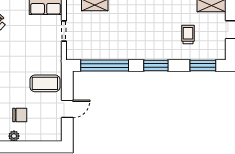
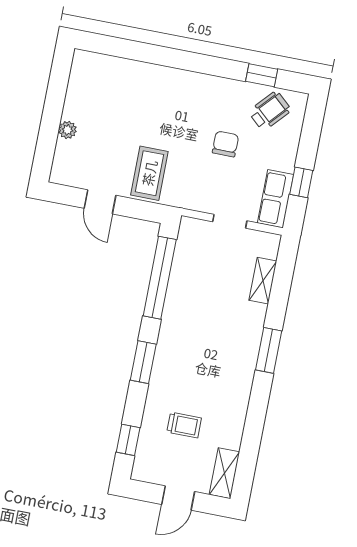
window: (203, 66) -> (128, 440), width x0.67
chair: (20, 115) -> (225, 144), moved, turned 180
plant: (14, 136) -> (68, 130), moved

